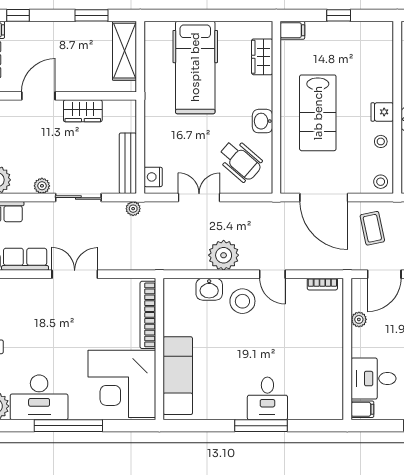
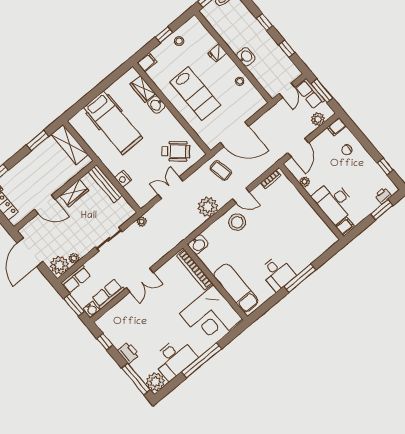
door: (38, 96) -> (45, 204), swing flipped
fridge: (382, 112) -> (217, 53), moved
washbasin: (263, 121) -> (156, 105), moved
bench: (128, 163) -> (105, 184), moved
nightstand: (153, 177) -> (123, 179), moved
stool: (381, 182) -> (179, 41), moved
plant: (42, 186) -> (74, 258), moved
coffee table: (372, 228) -> (221, 170), moved
double door: (75, 274) -> (140, 280), swing flipped
washbasin: (209, 289) -> (198, 244), moved
desk: (374, 379) -> (334, 202), width x1.37
desk: (267, 398) -> (277, 273), moved

